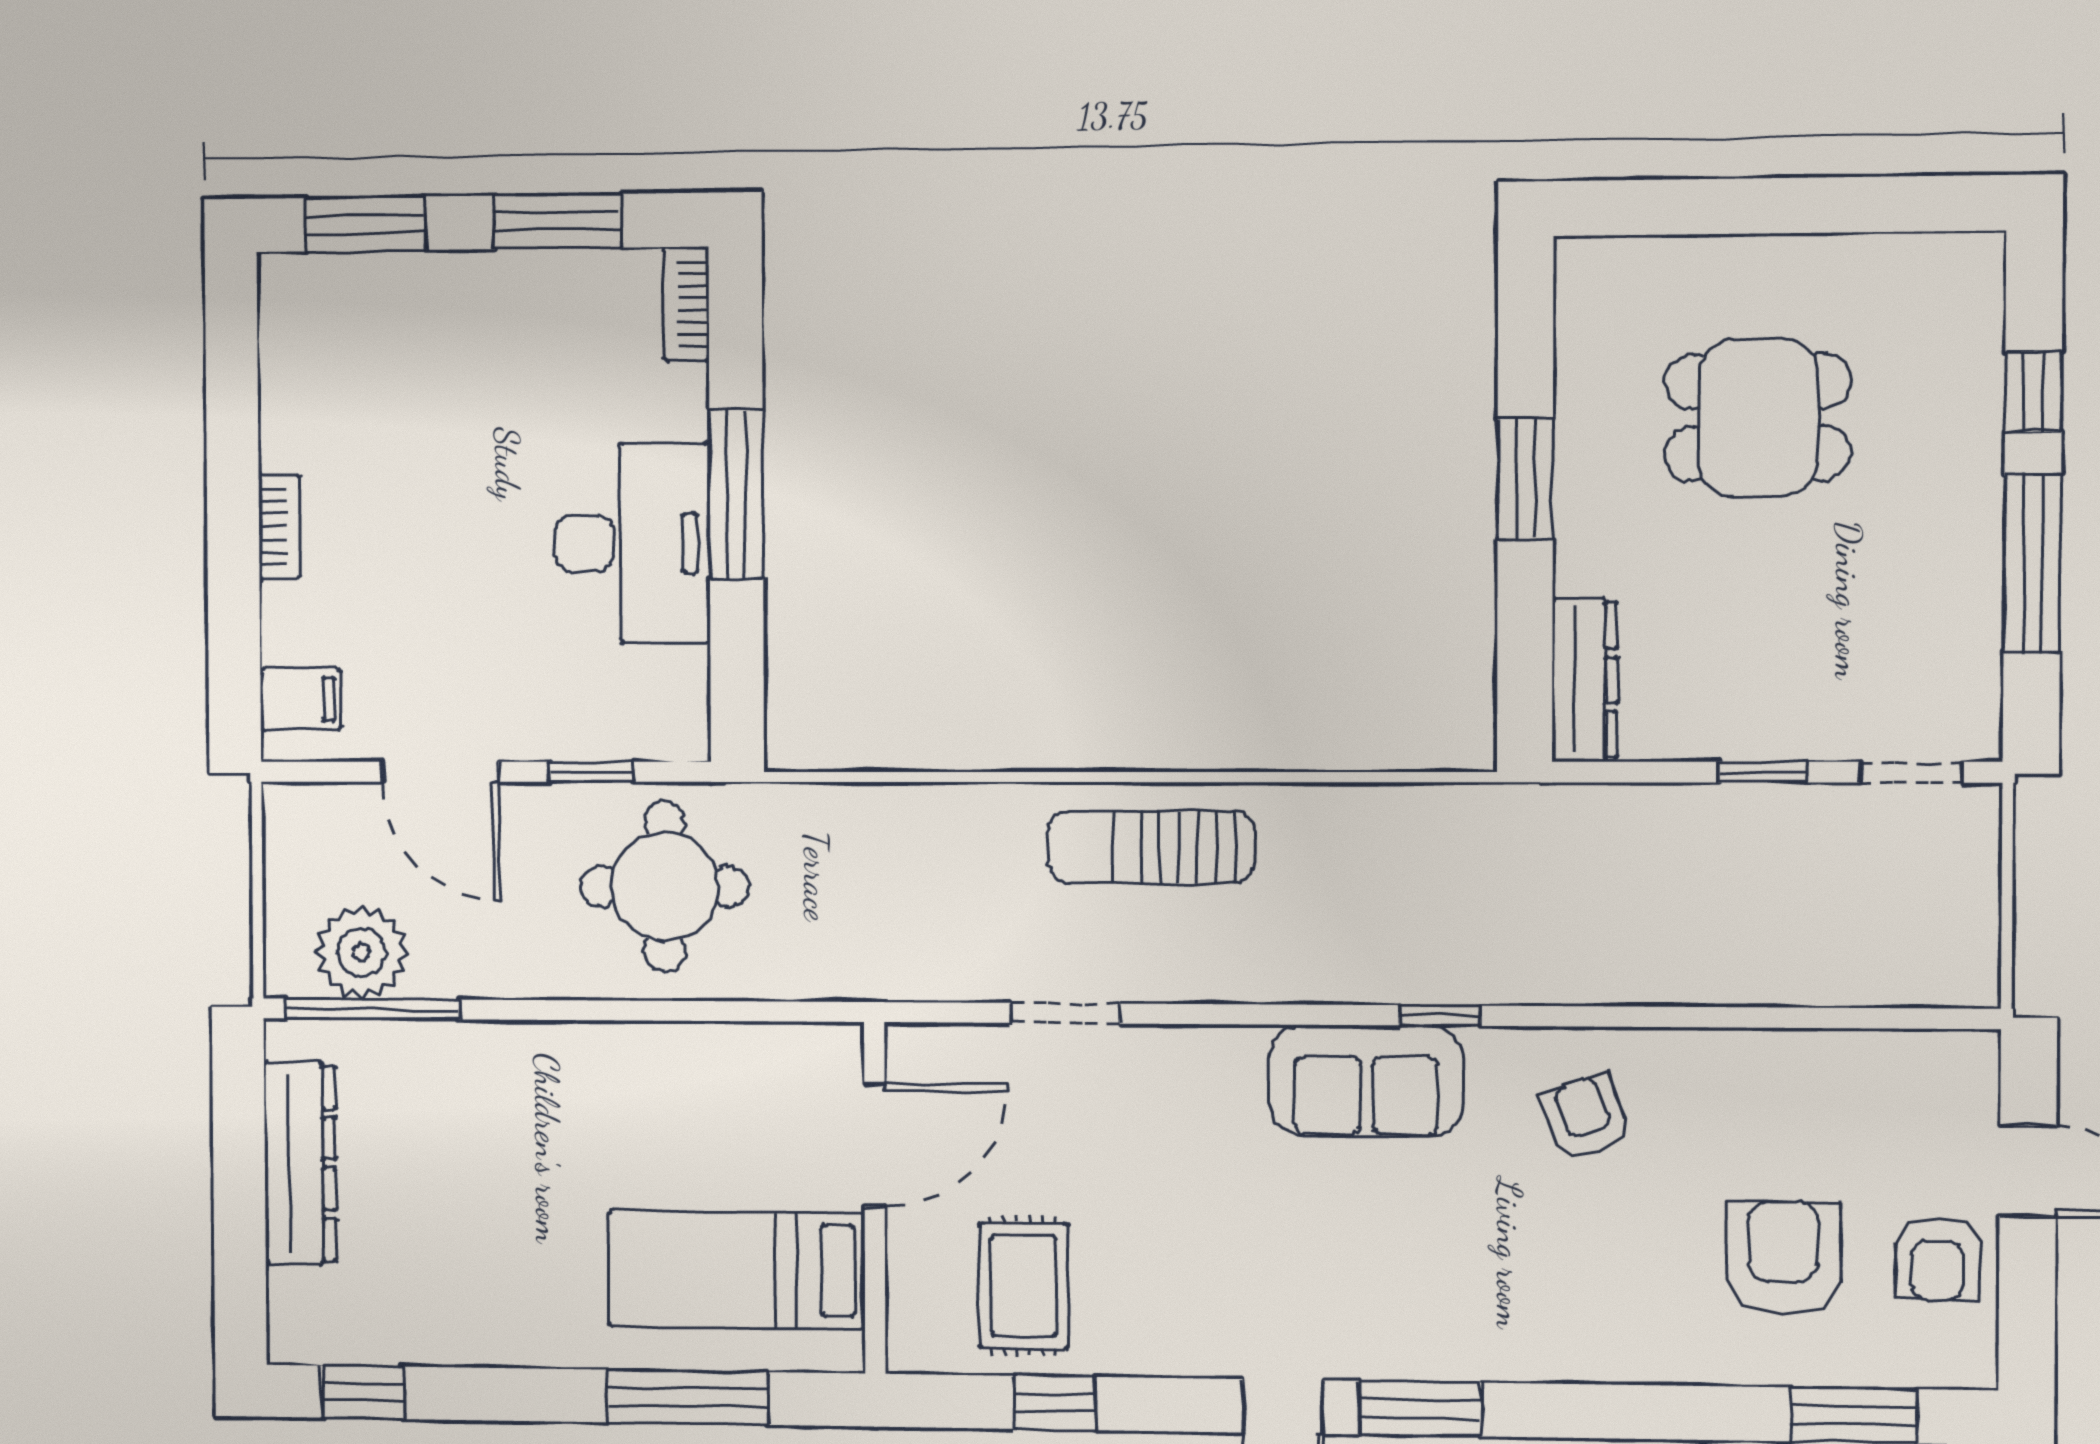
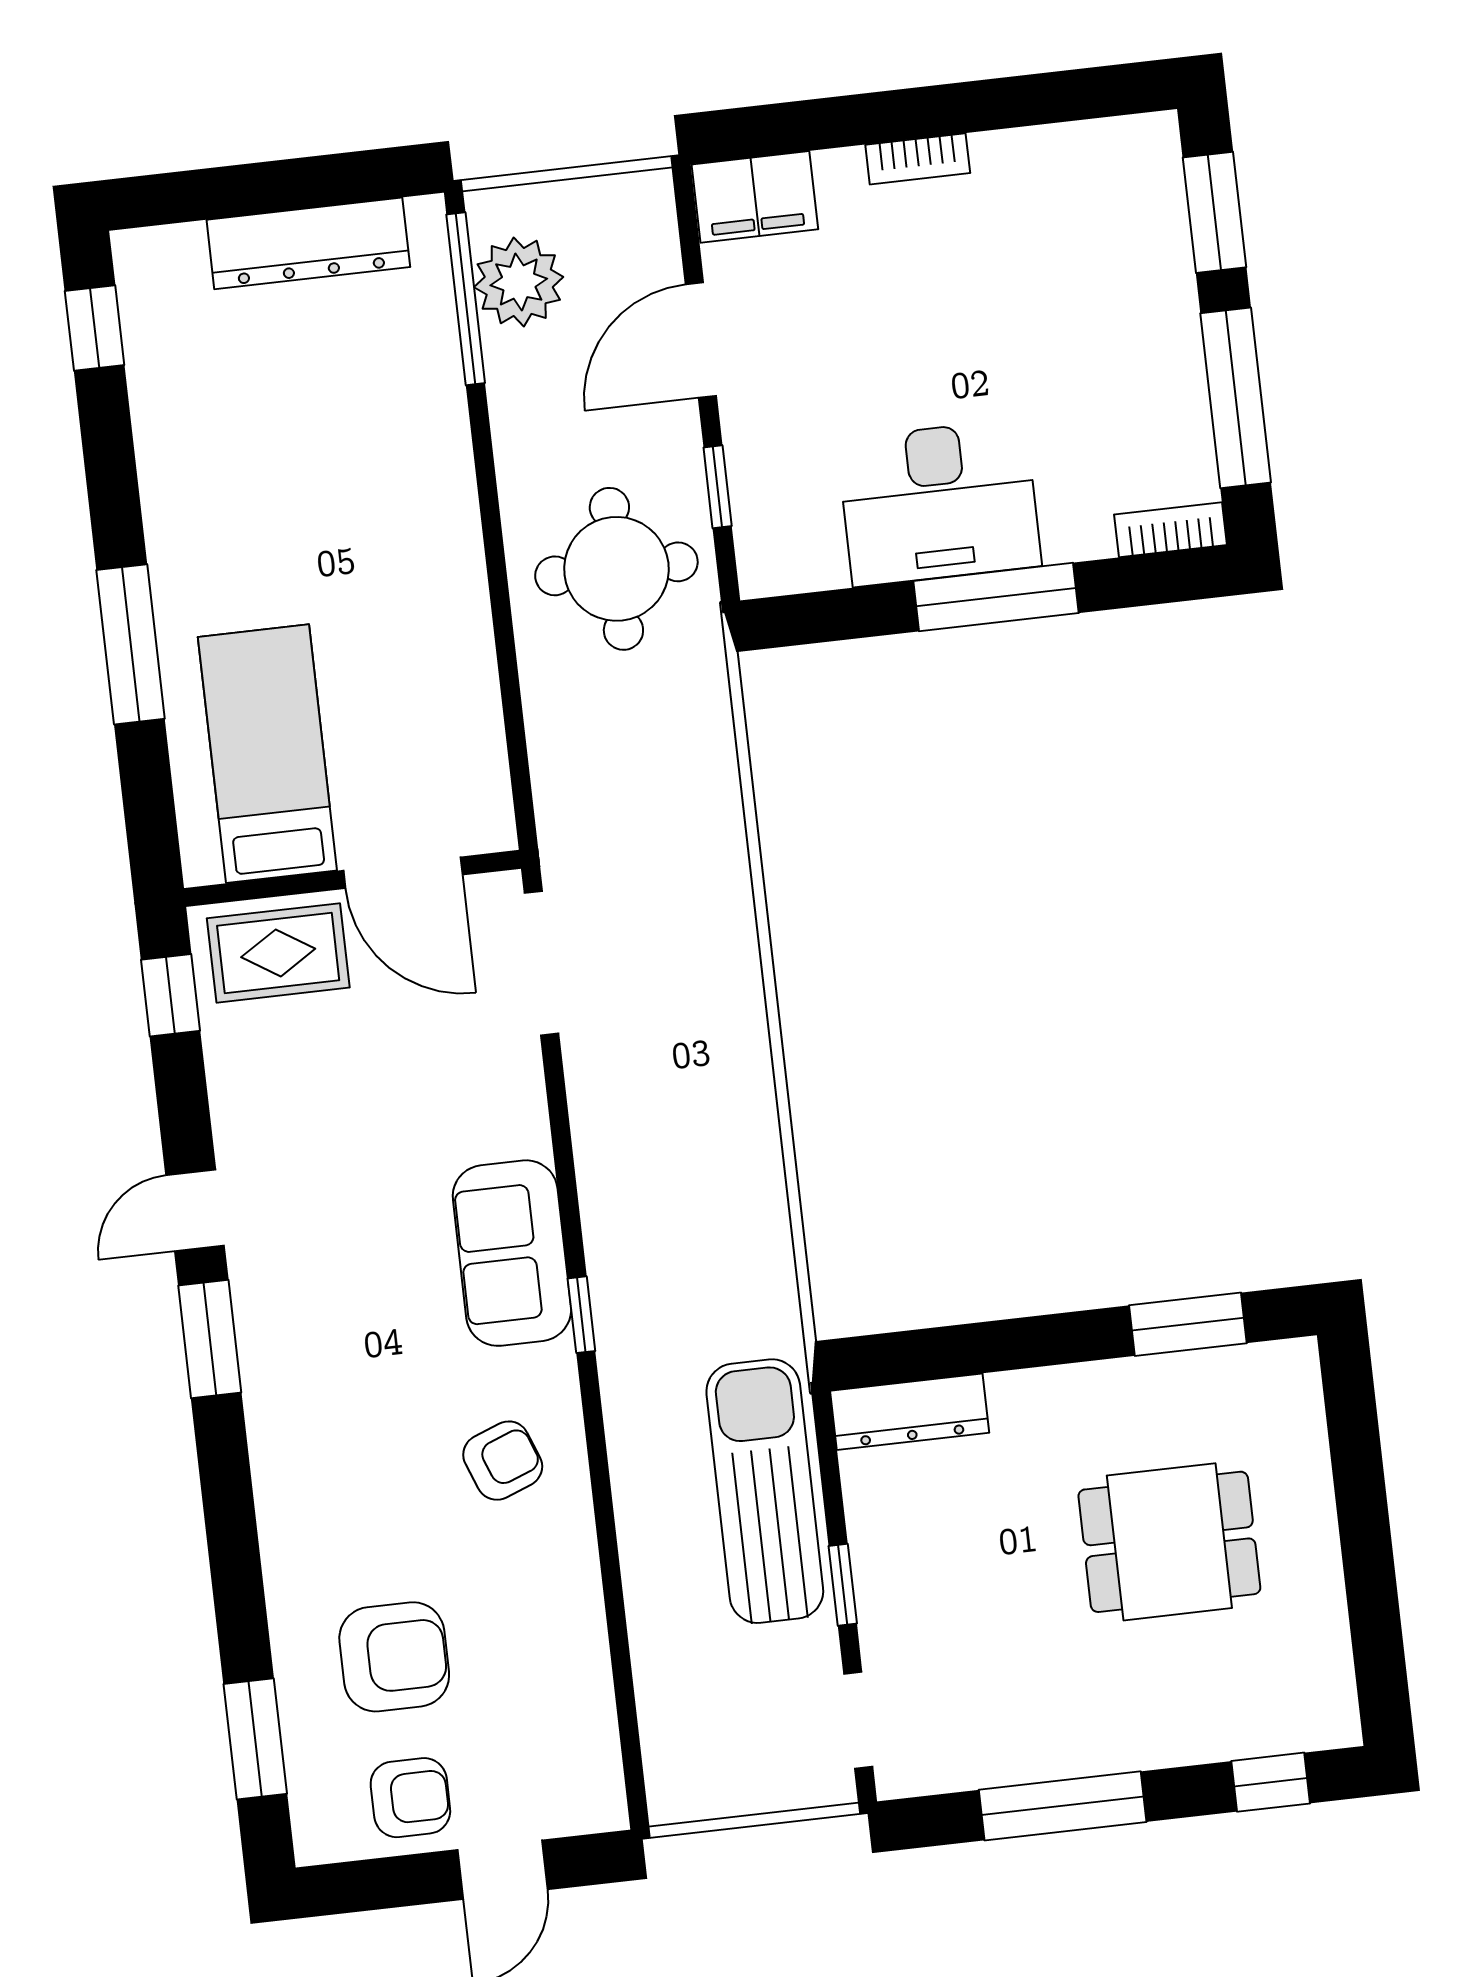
window: (558, 221) -> (1236, 398), width x1.44
window: (2033, 392) -> (1271, 1782), moved
dining table: (1758, 417) -> (1169, 1542), turned 90
window: (1525, 479) -> (1188, 1324), moved
filing cabinet: (301, 699) -> (755, 197), width x2.00
sun lounger: (1151, 847) -> (765, 1491), moved, width x1.36, depth x1.34
doorway: (1065, 1013) -> (541, 963), width x1.38
door: (875, 1145) -> (403, 873), moved
wall: (875, 1198) -> (352, 878), moved
armchair: (1937, 1259) -> (410, 1798), turned 180
bed: (737, 1270) -> (267, 754), moved

